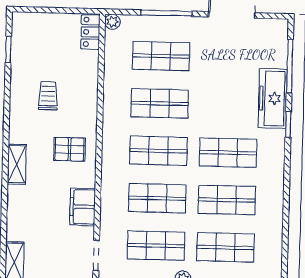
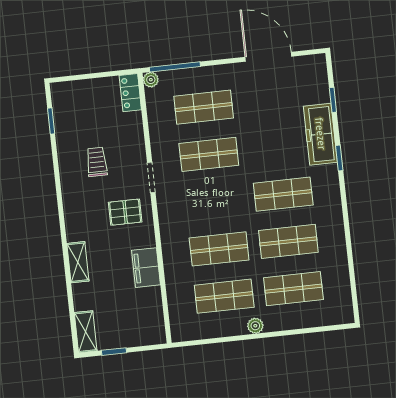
window: (166, 13) -> (175, 67), moved
window: (290, 66) -> (333, 100), width x0.46
shop shelf: (158, 151) -> (214, 202), removed
shelving: (17, 164) -> (78, 262), moved
doorway: (96, 255) -> (151, 178), moved

